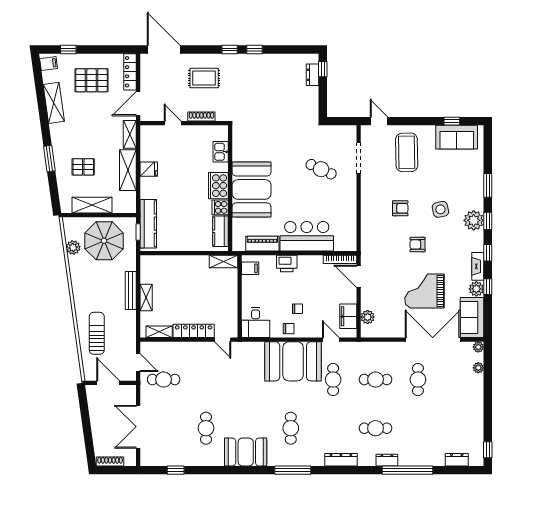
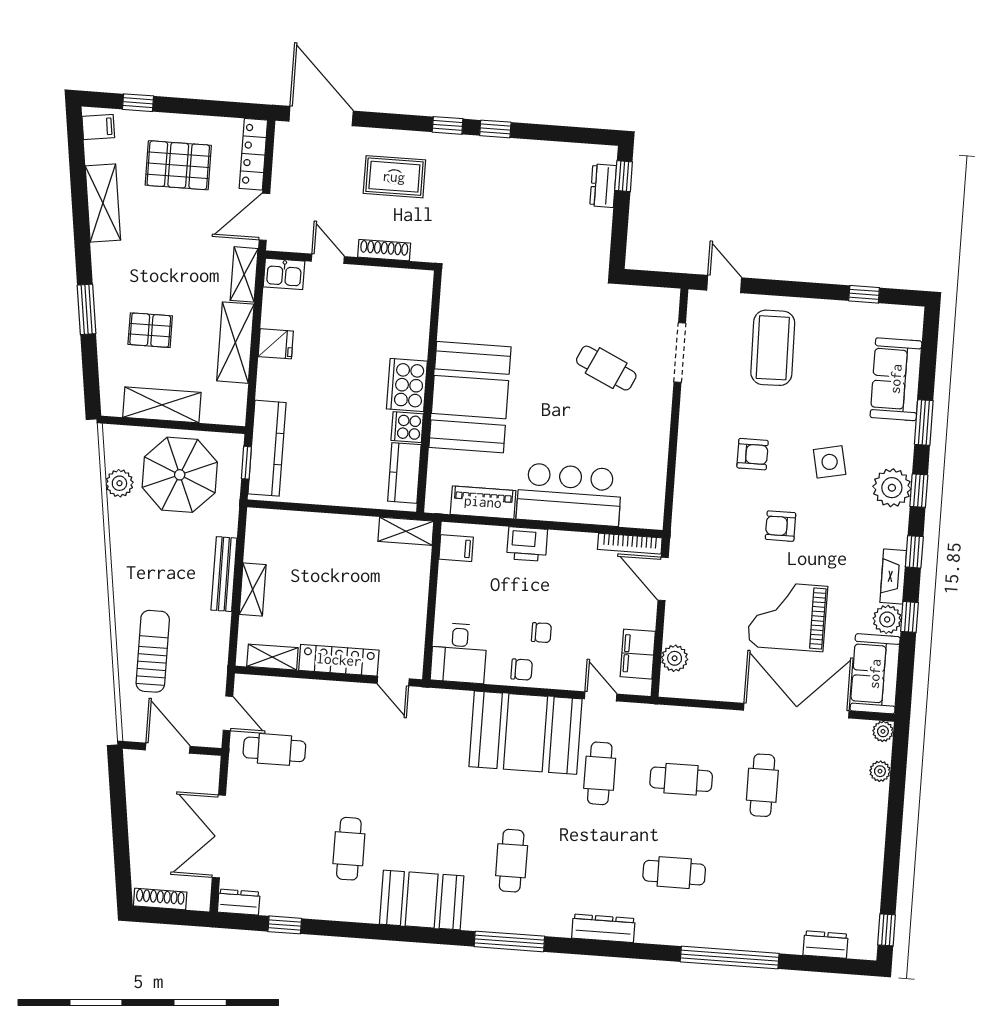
sofa: (457, 137) -> (896, 379), moved, turned 90
kitchen sink: (221, 152) -> (284, 274), moved, turned -90
dresser: (387, 460) -> (239, 902), moved

